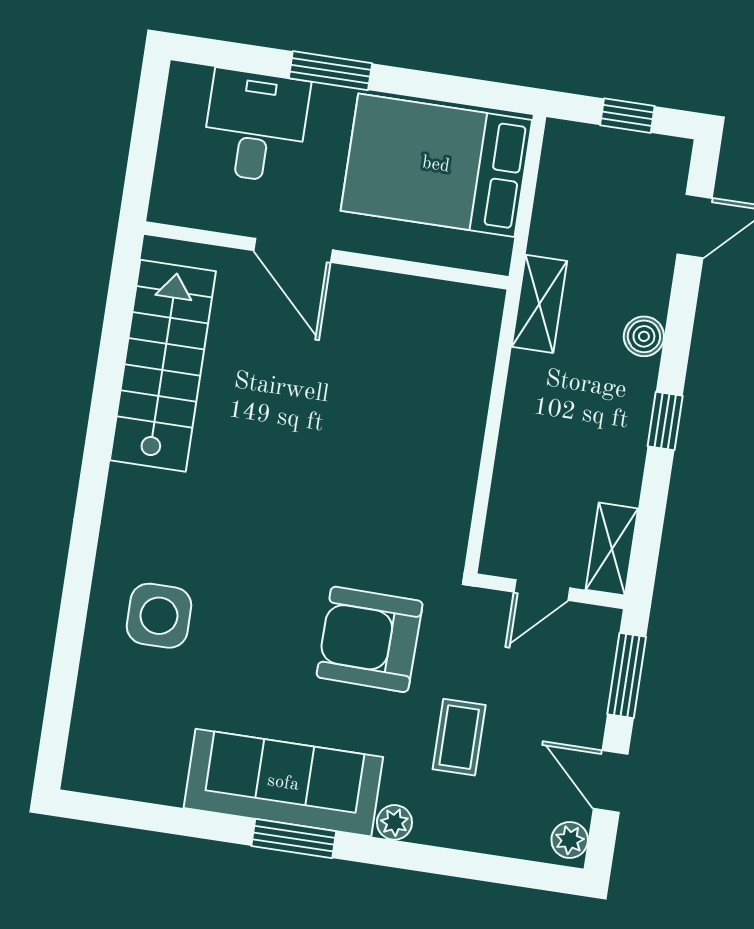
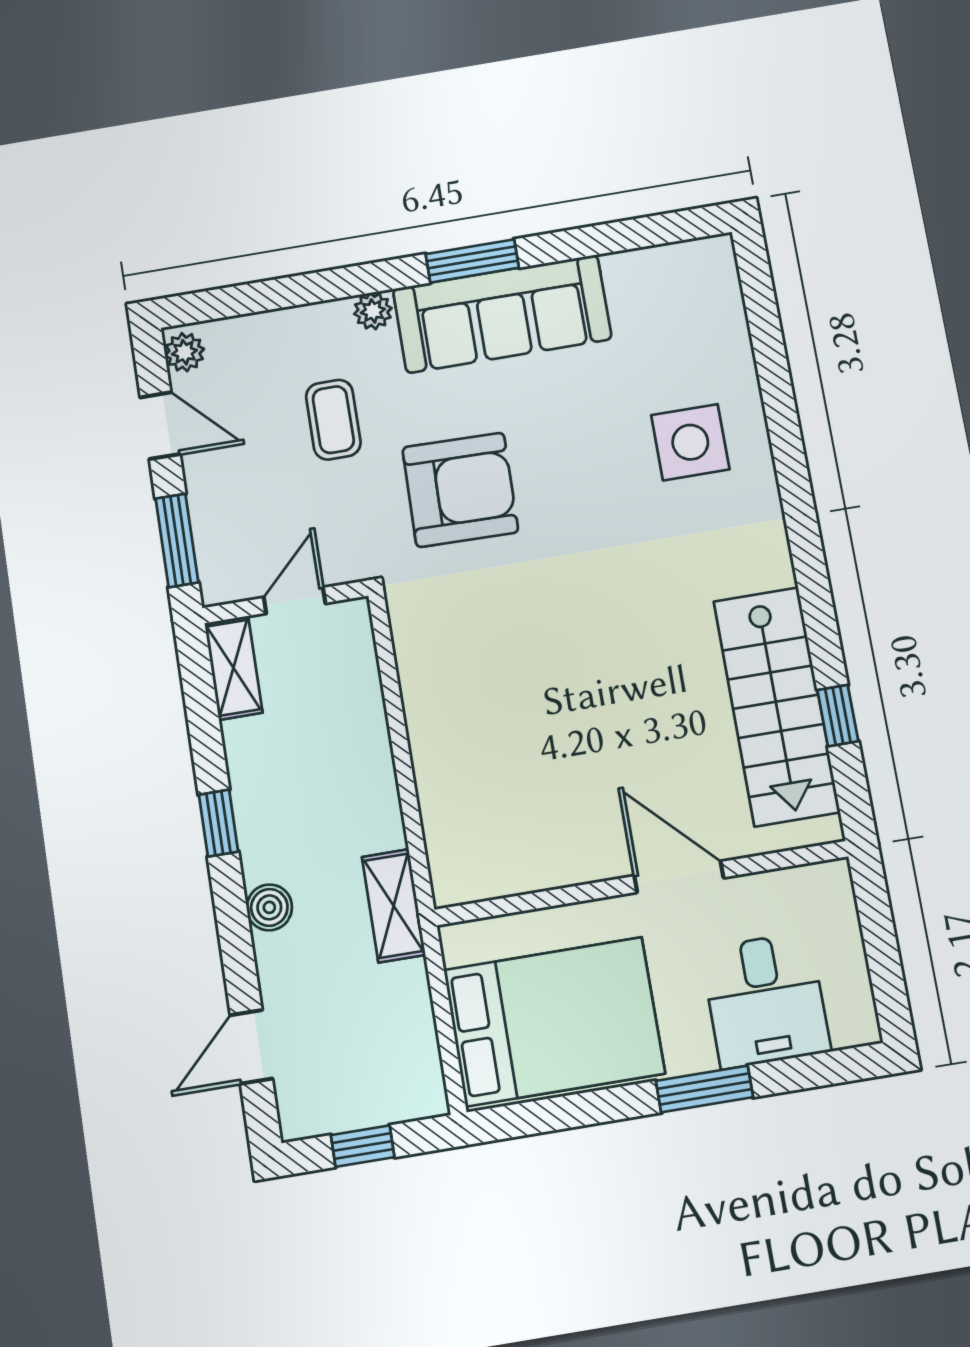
window: (114, 341) -> (838, 716), added

